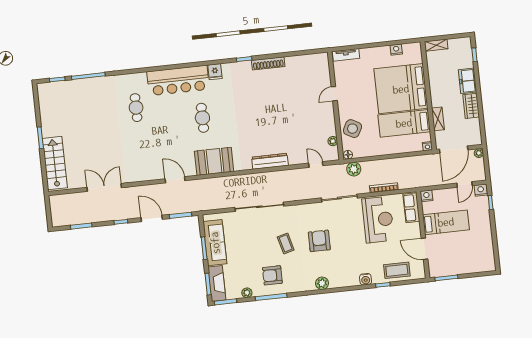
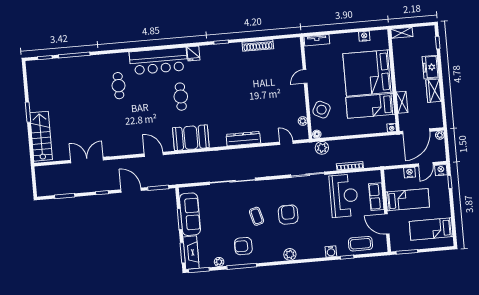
shoe rack: (268, 63) -> (258, 45), moved
nightstand: (426, 196) -> (410, 173), moved
row of seats: (411, 208) -> (376, 197), moved
bed: (472, 253) -> (431, 229), added

